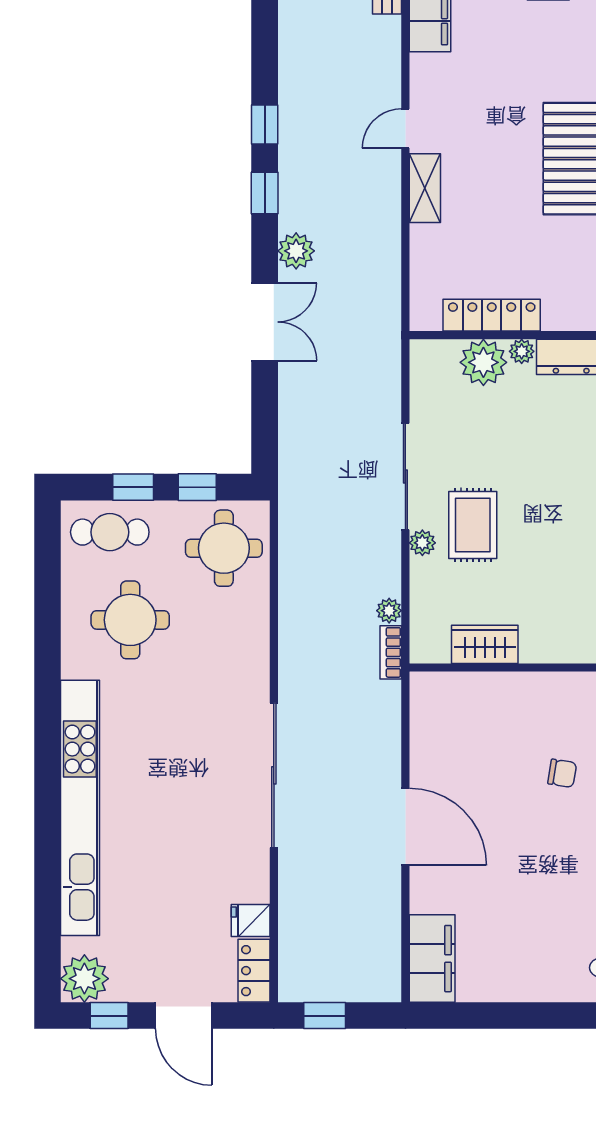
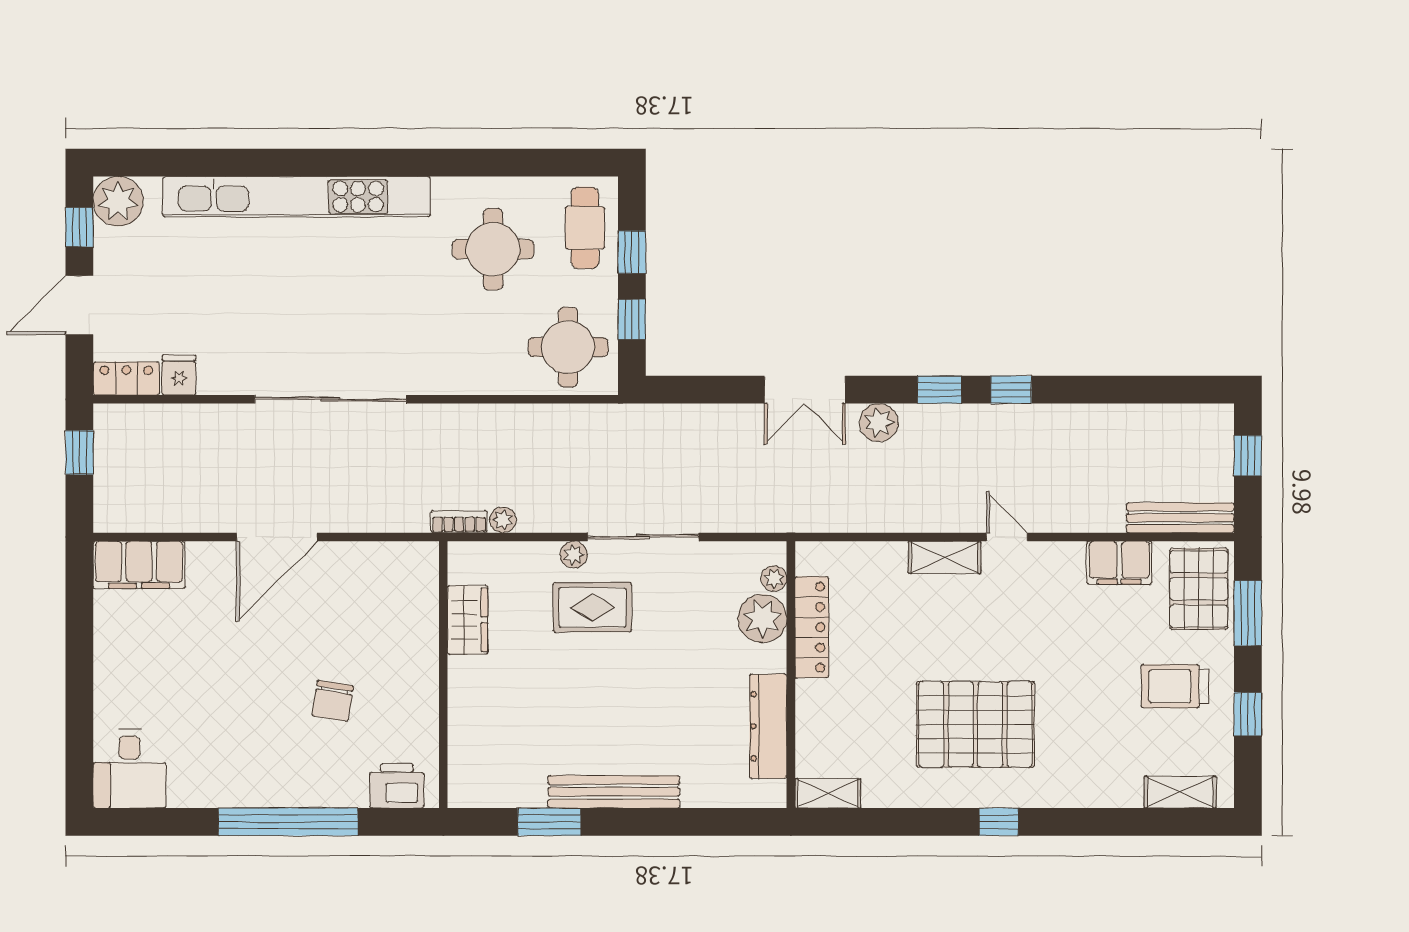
plant: (522, 351) -> (774, 579), moved
chair: (562, 773) -> (333, 701), width x1.37, depth x1.37

